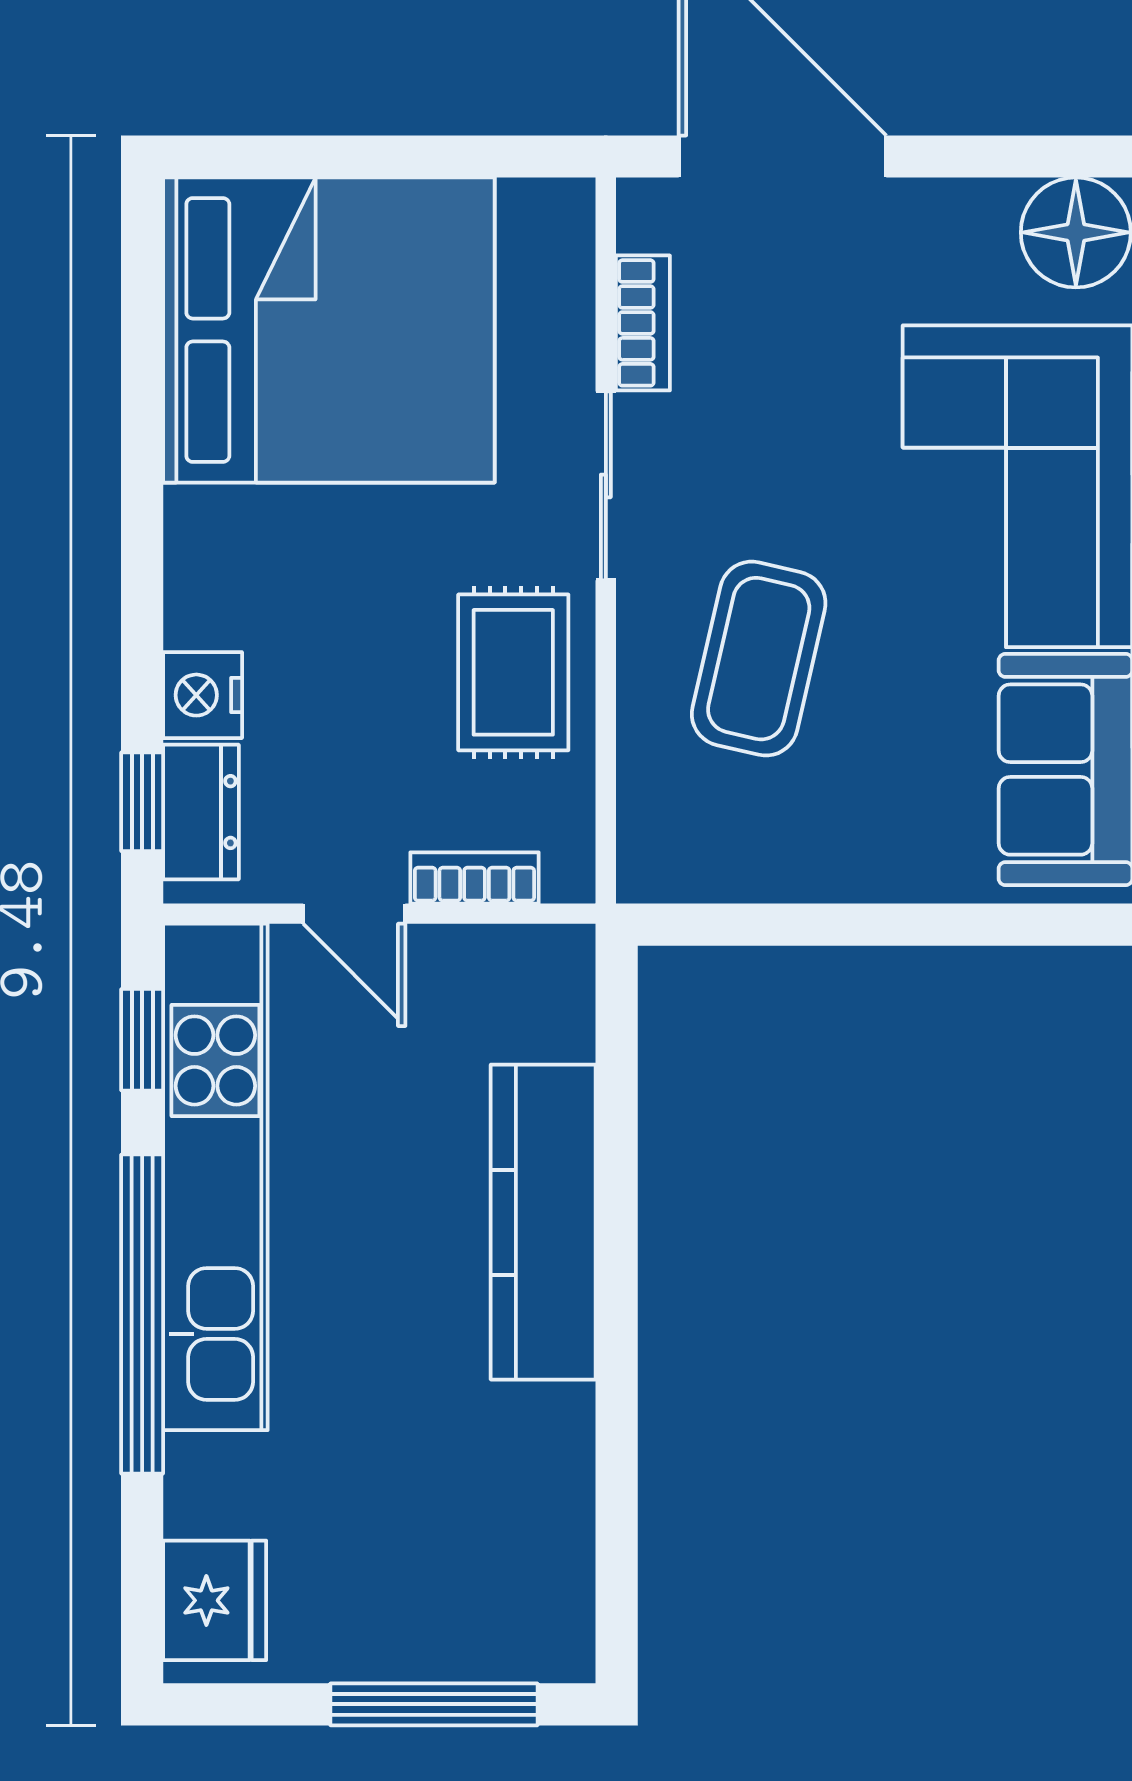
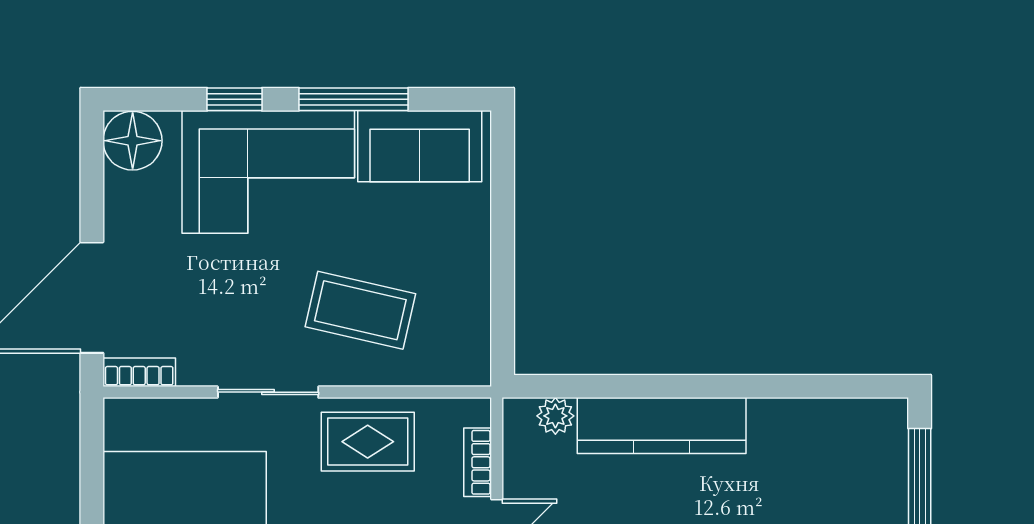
bookcase: (643, 323) -> (139, 372), moved
plant: (561, 1023) -> (555, 416), added

